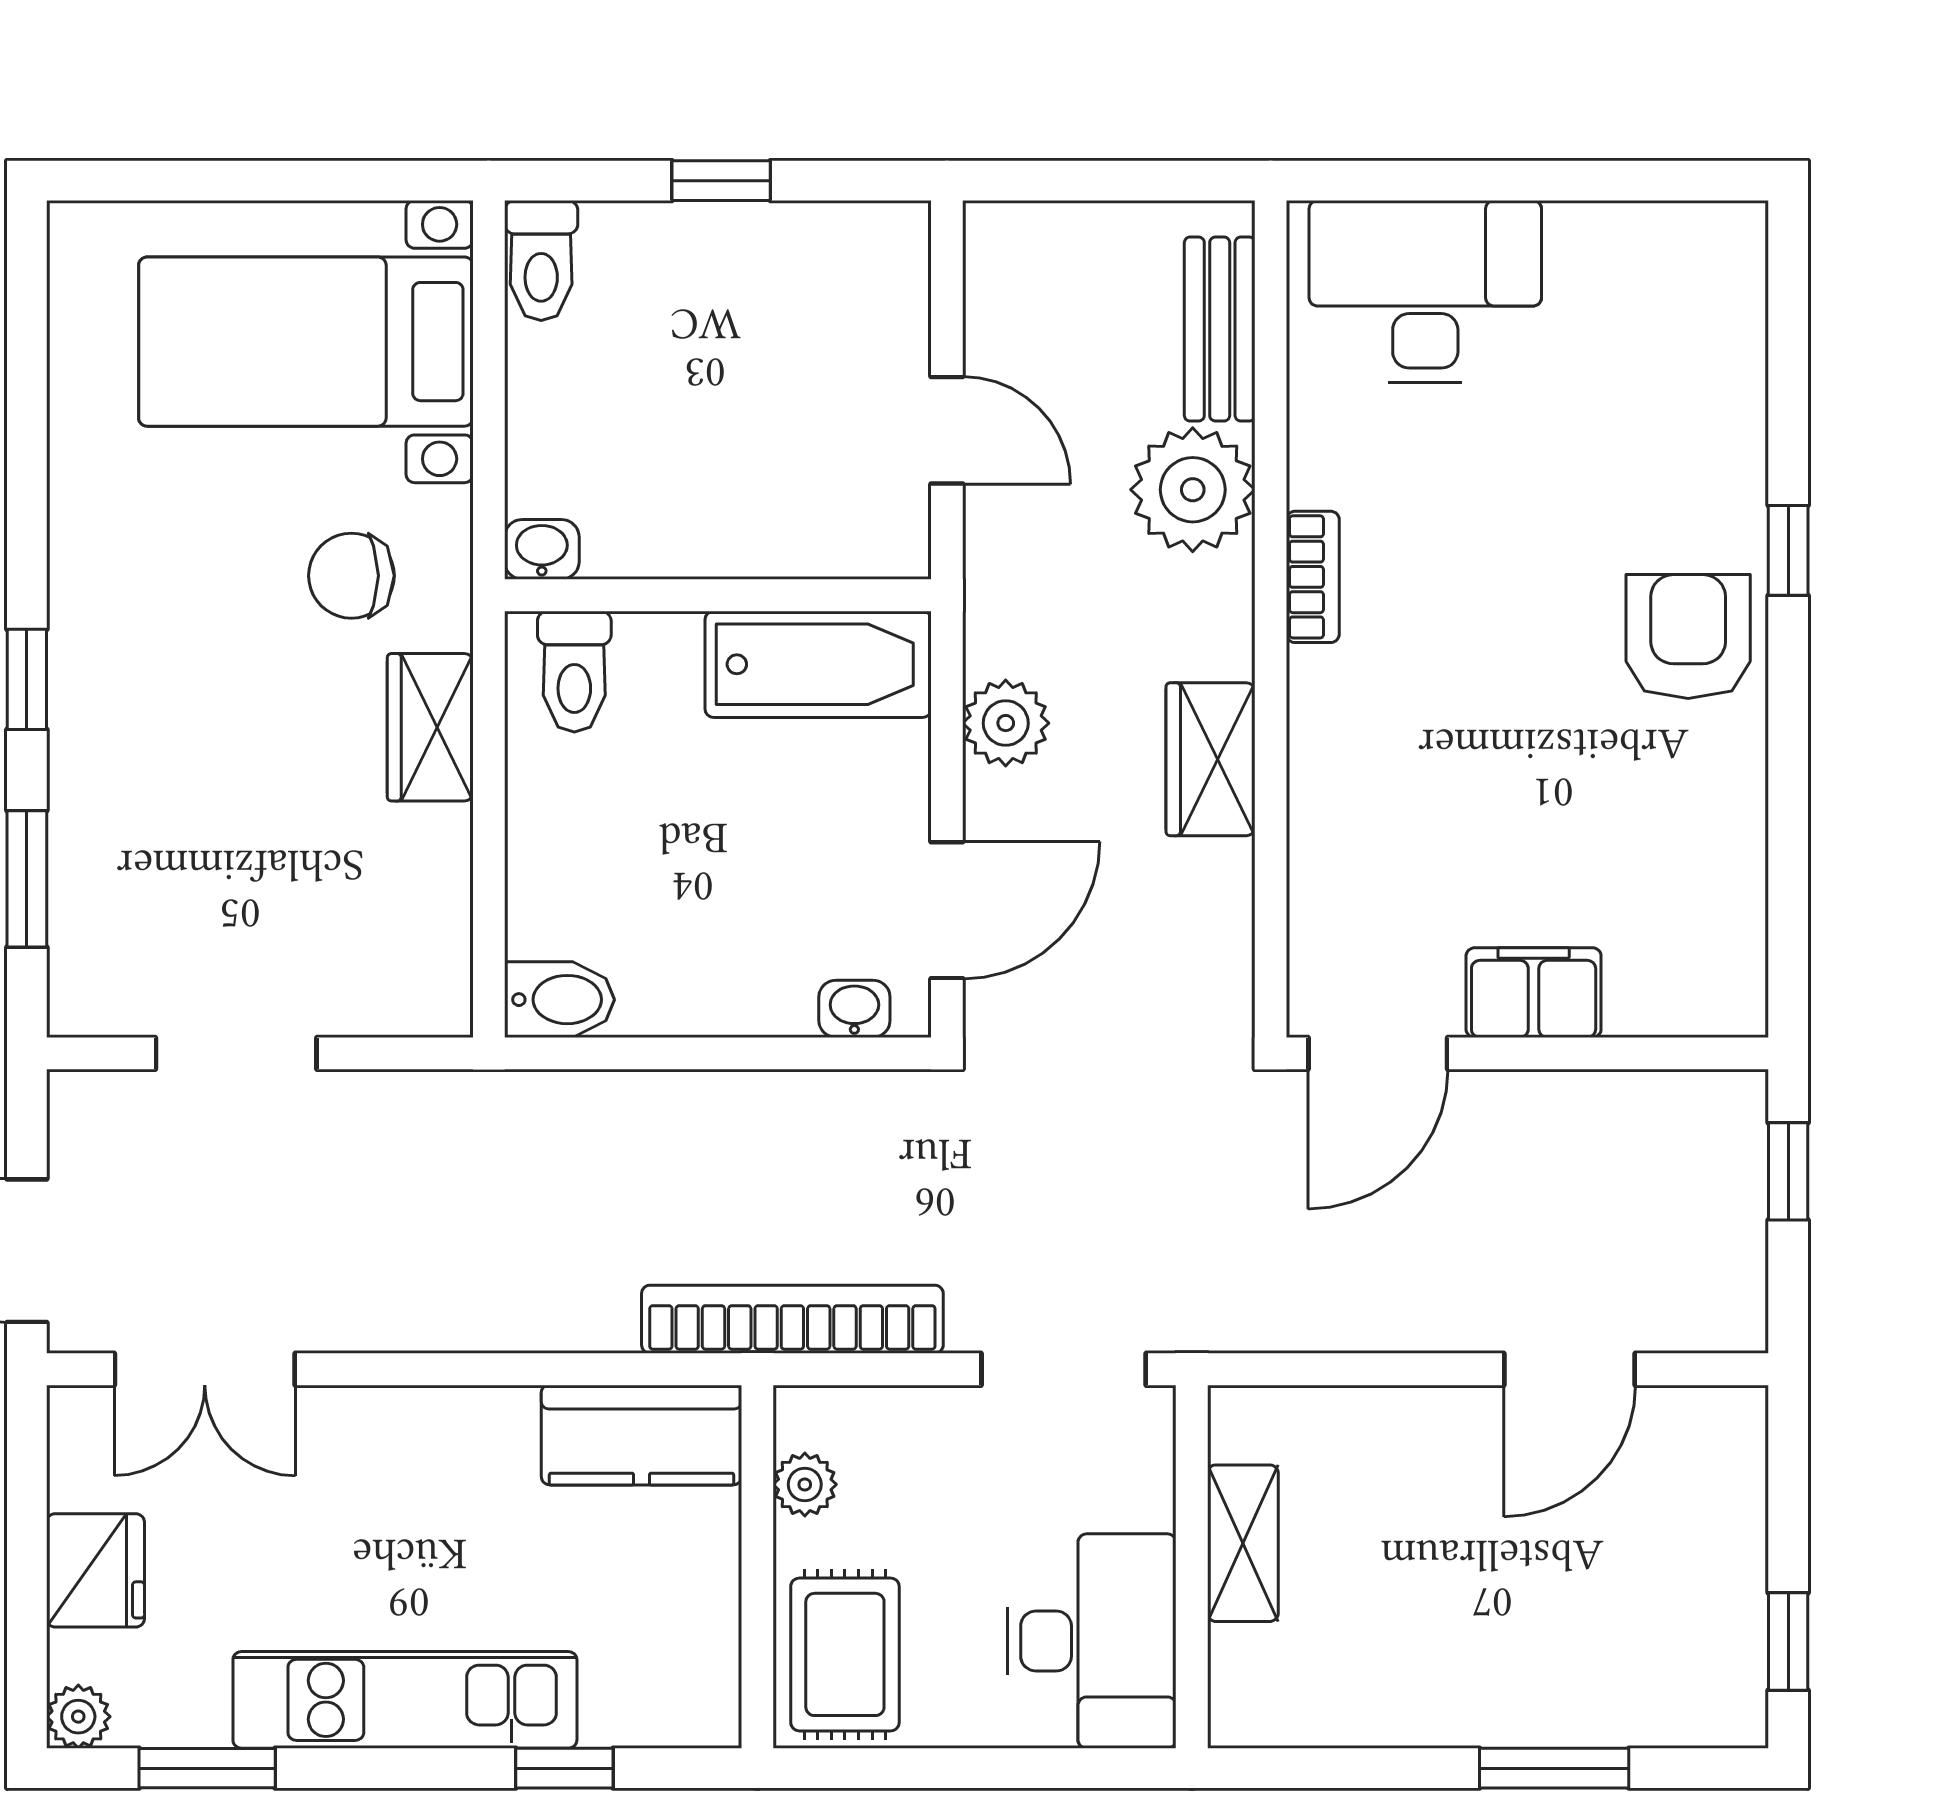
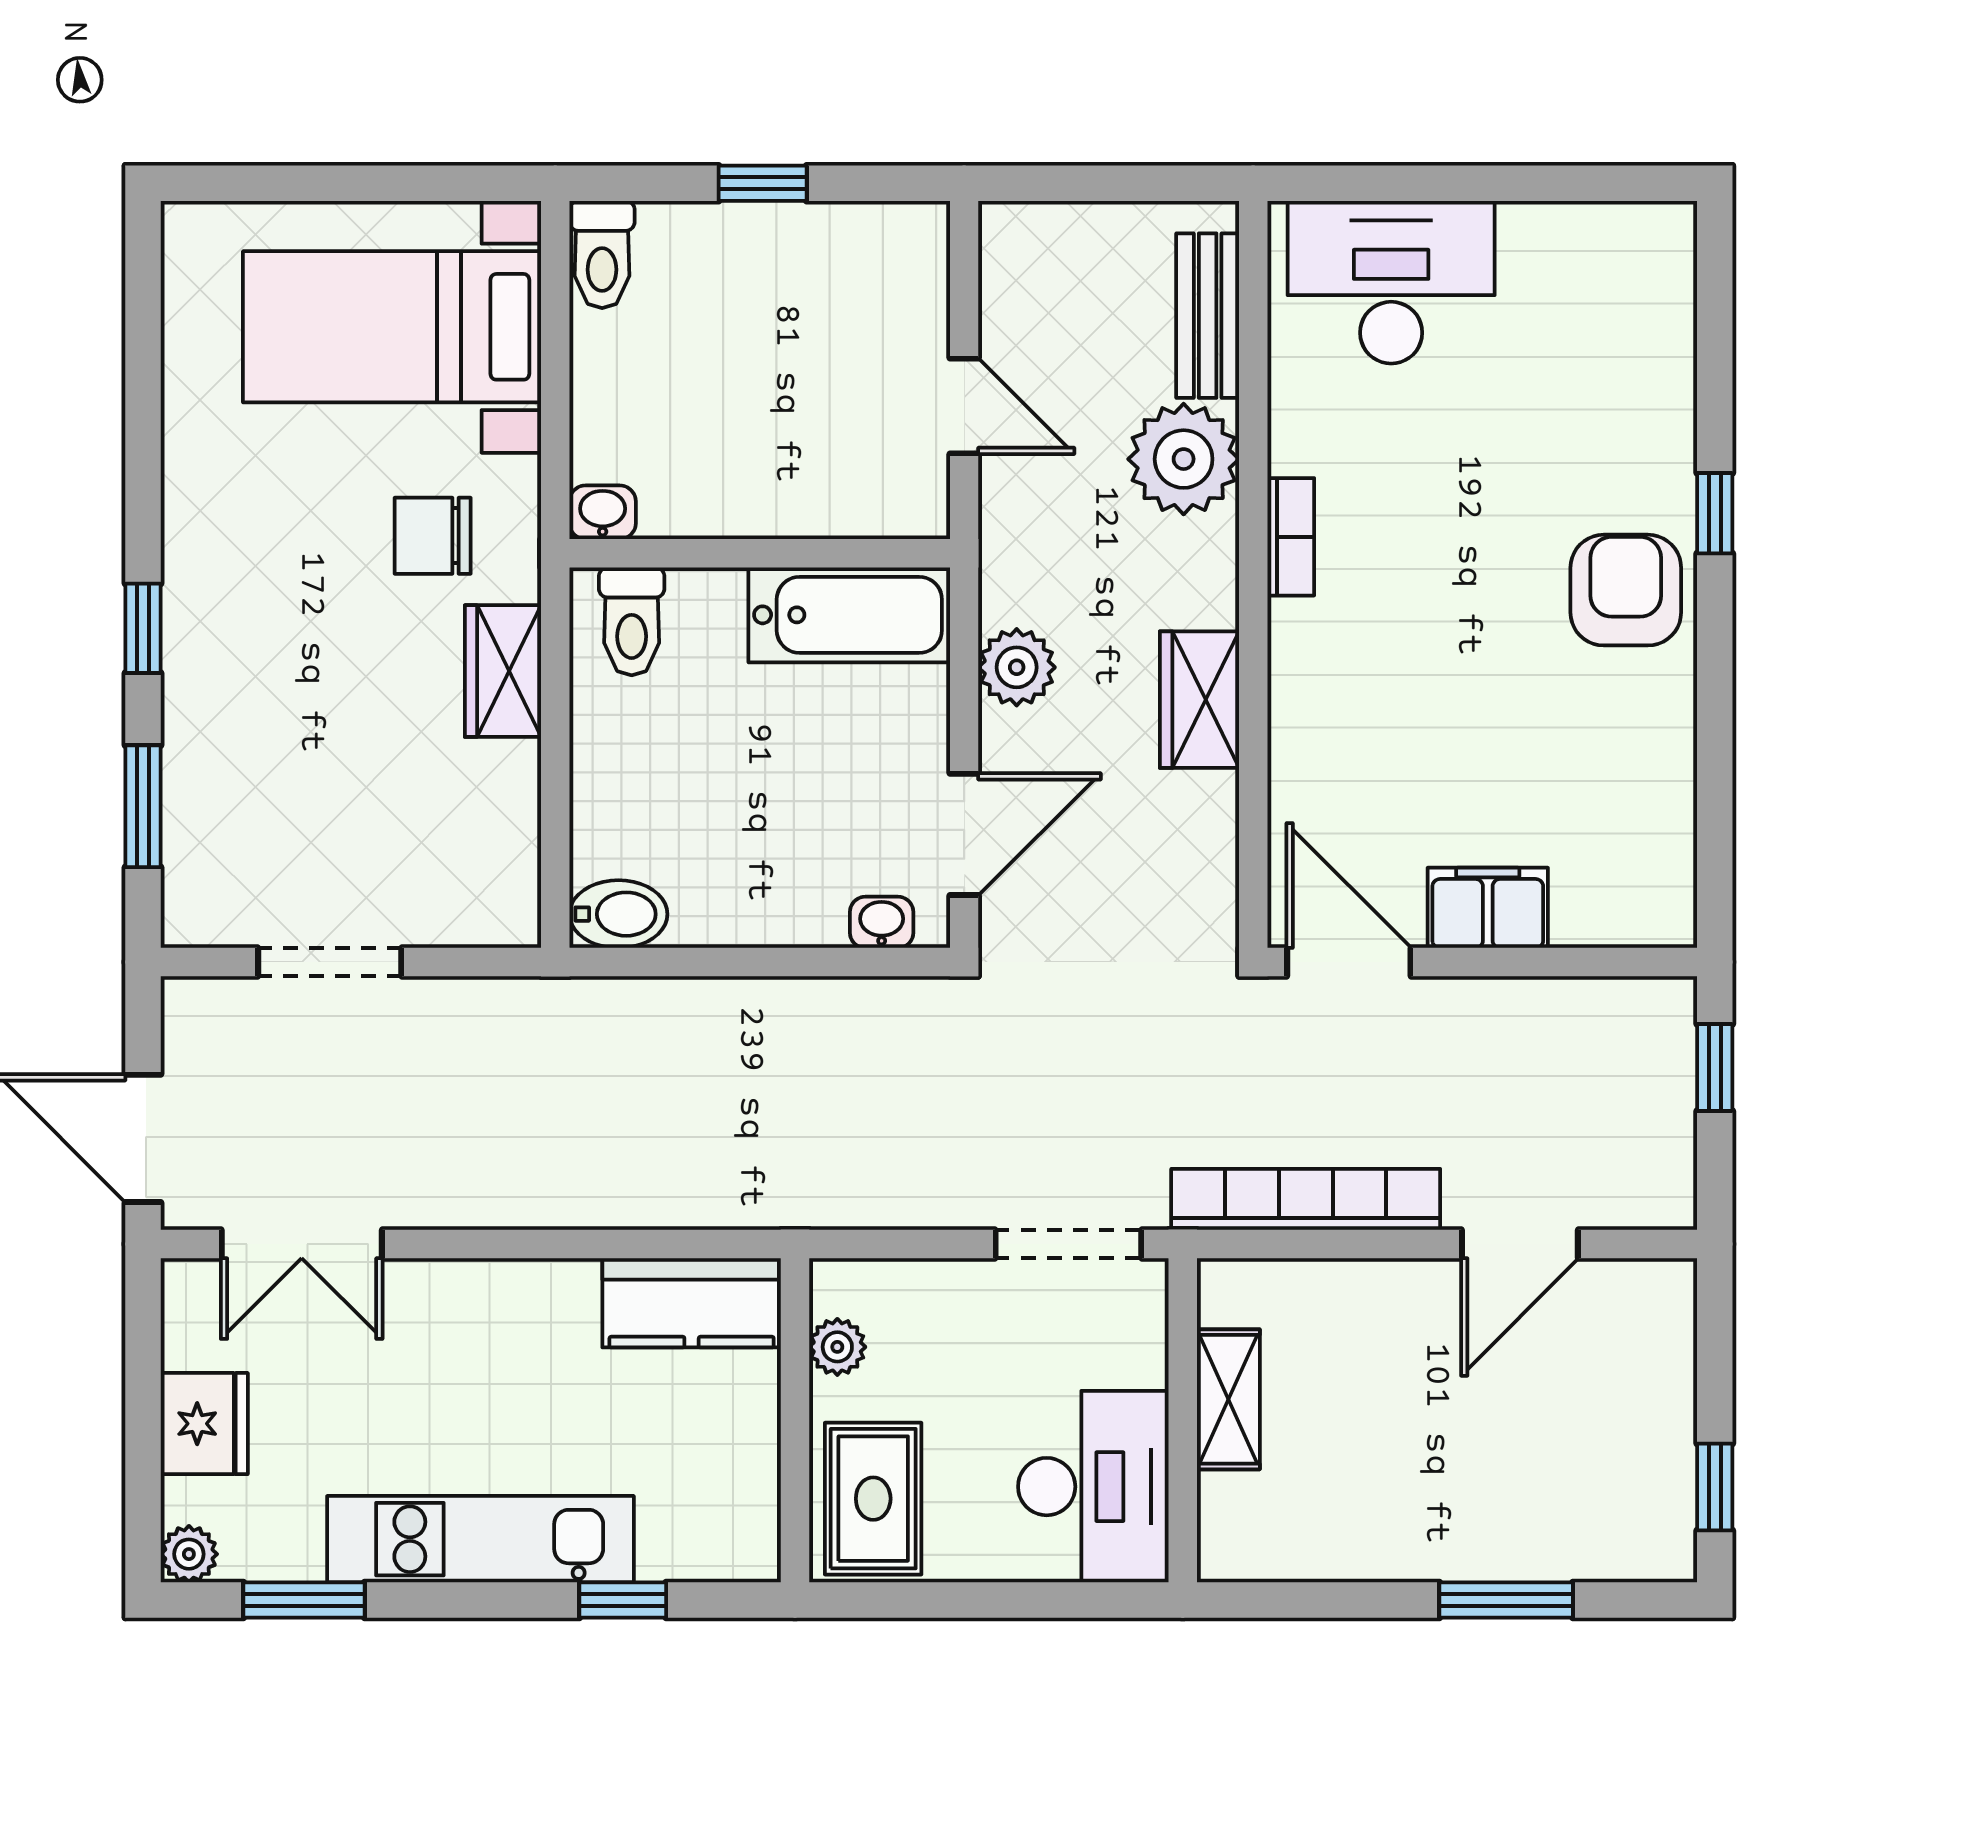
door: (1378, 1053) -> (1349, 962), swing flipped
bookcase: (792, 1319) -> (1306, 1199), moved

